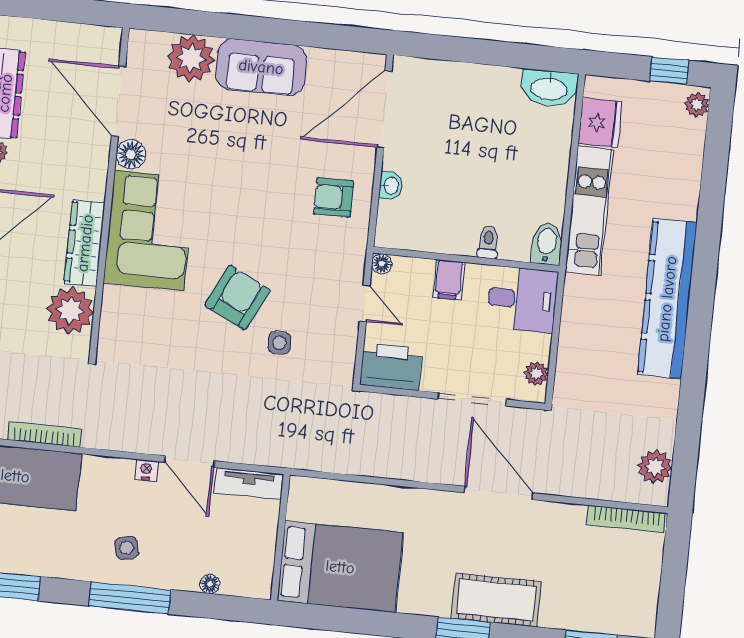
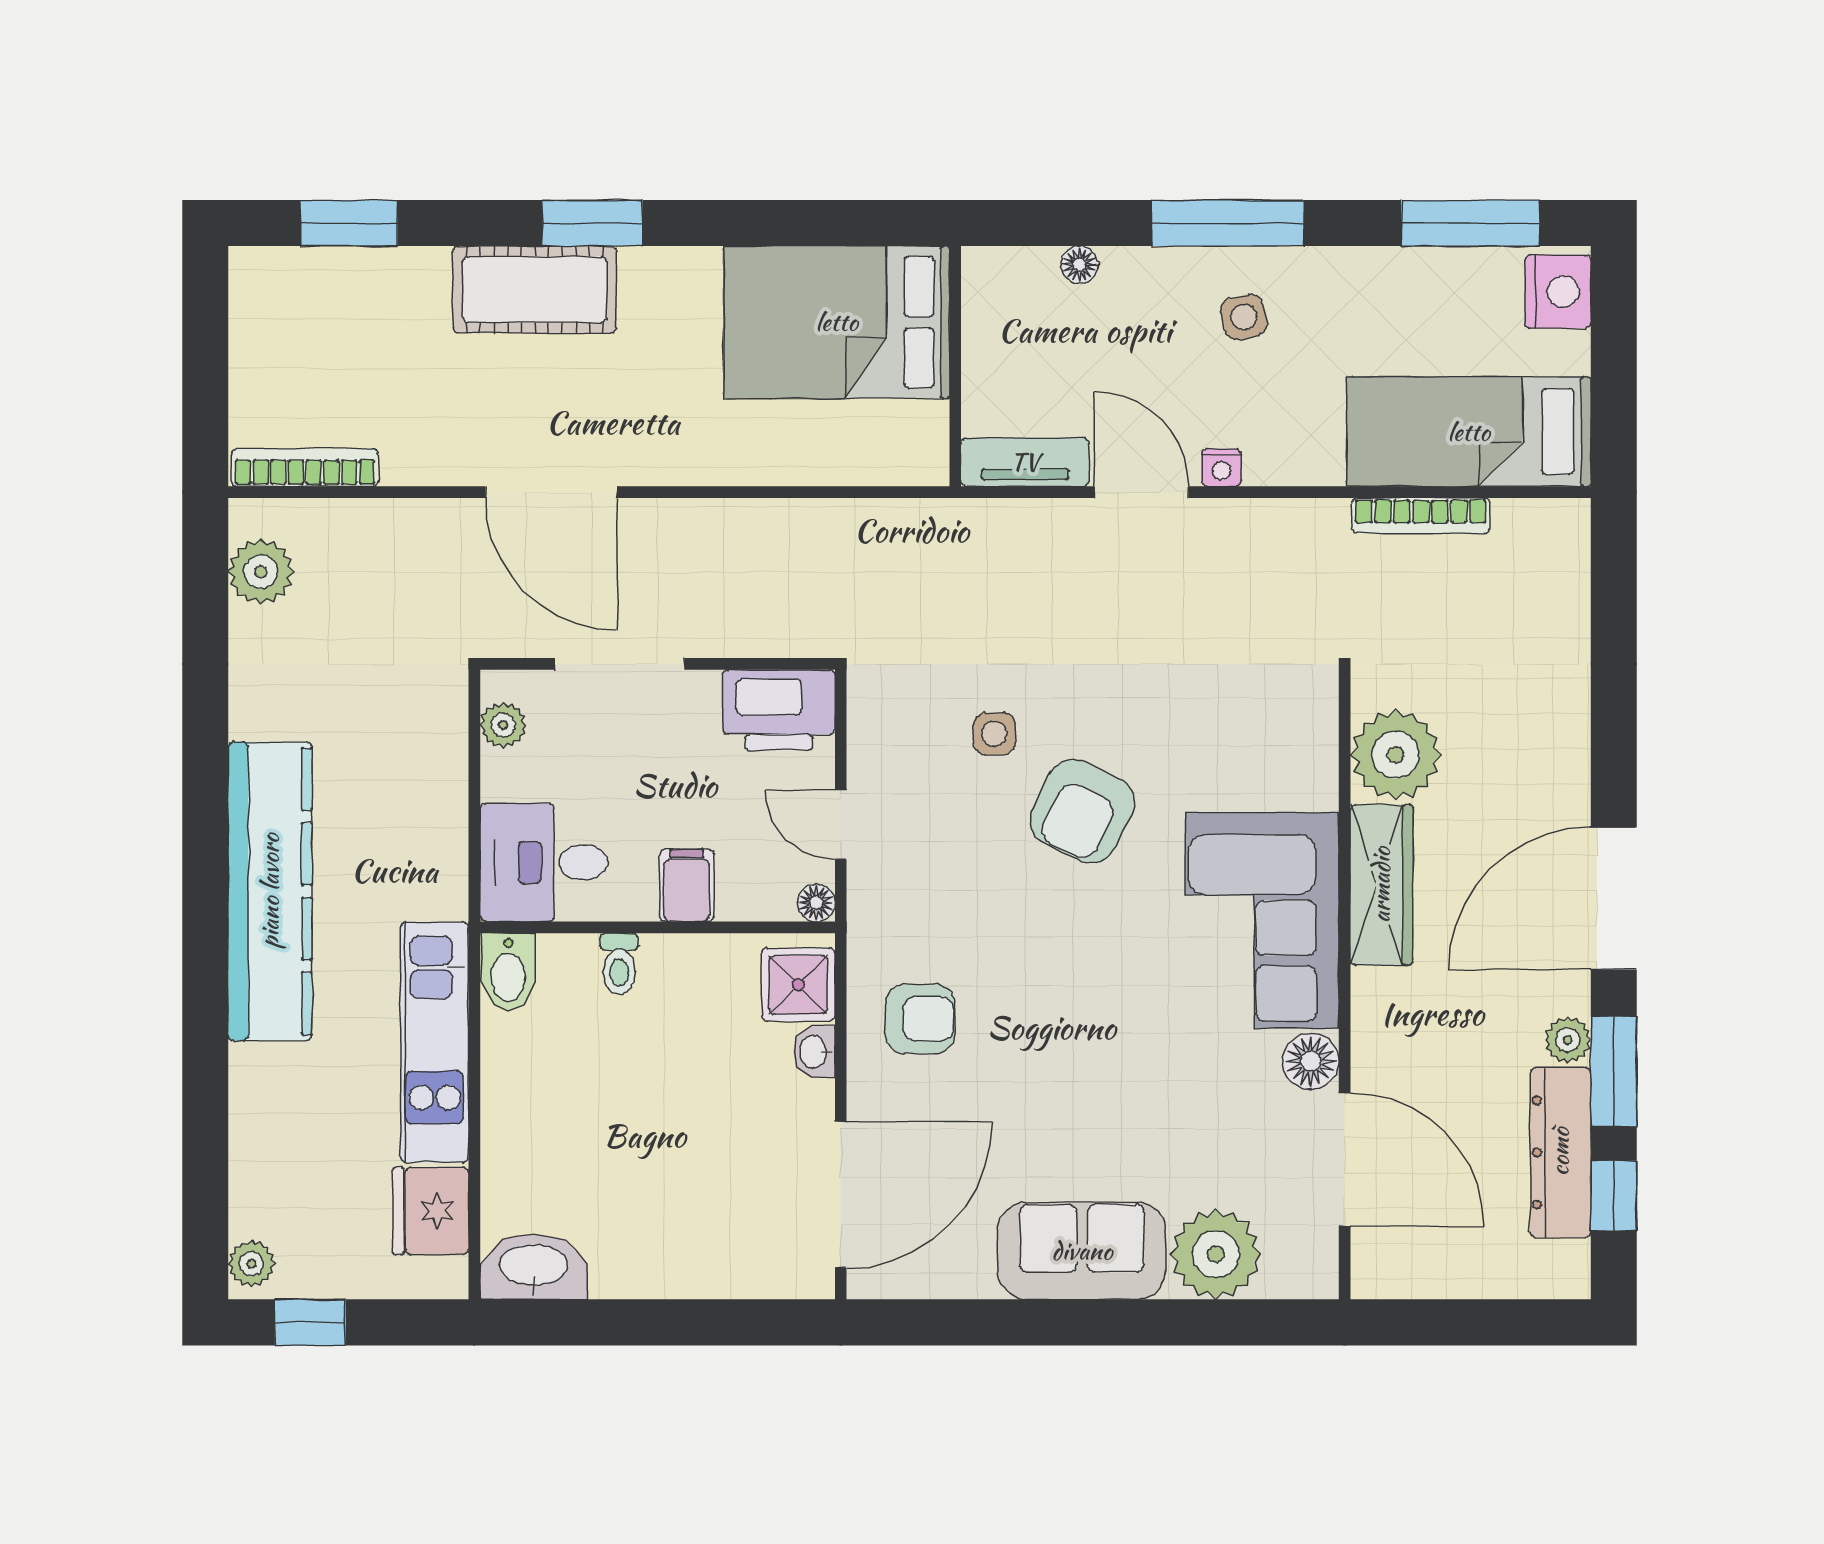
shower: (395, 222) -> (798, 985), added

